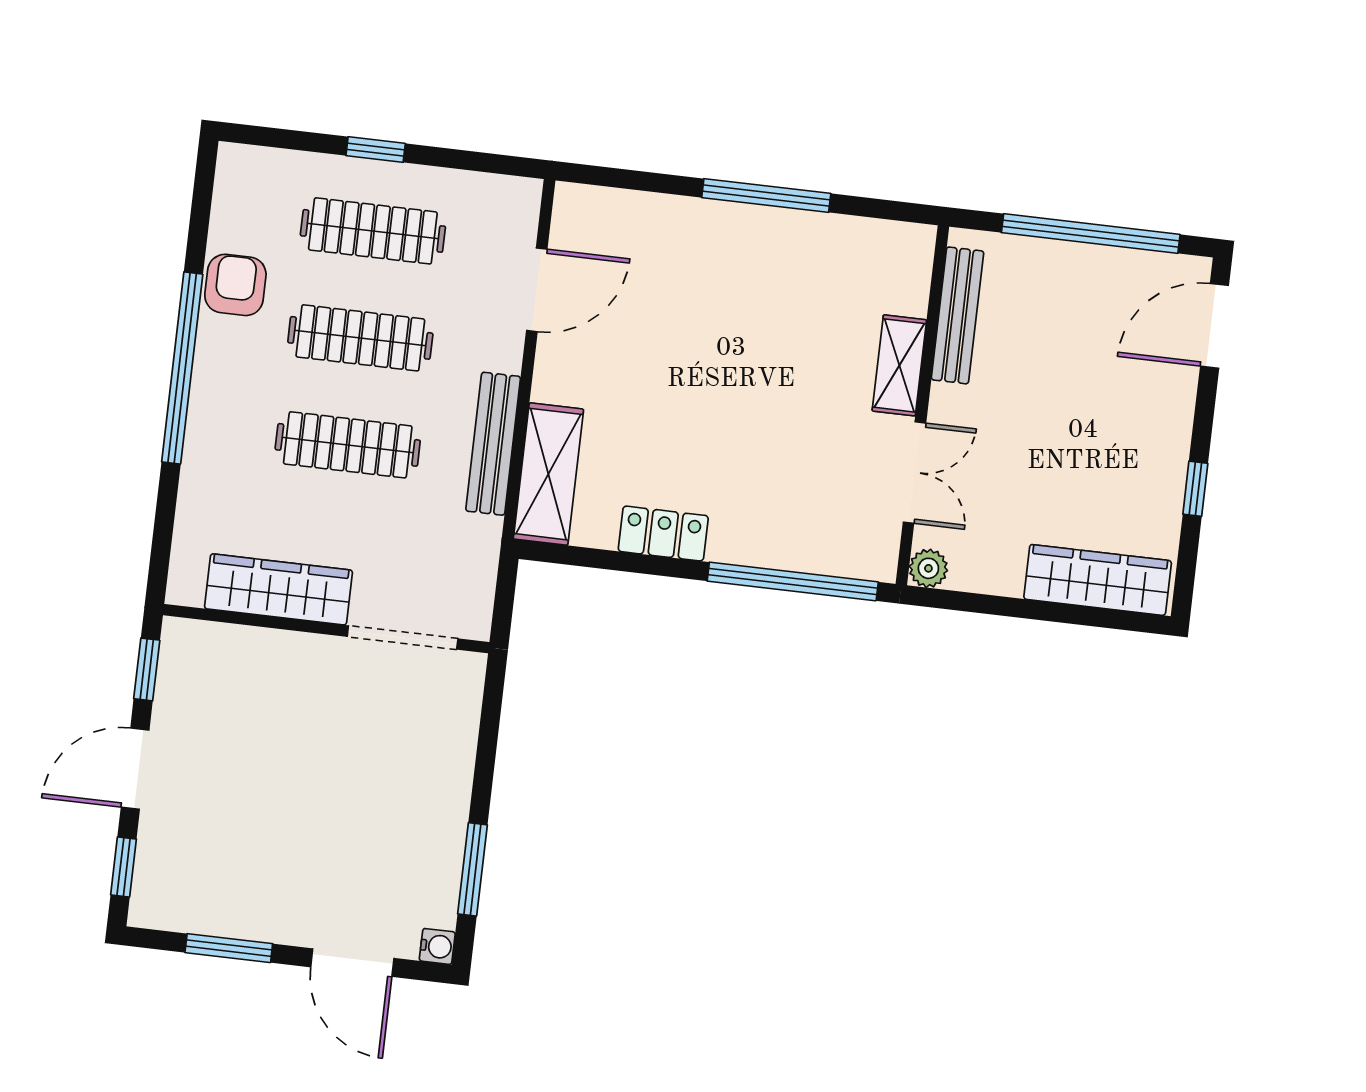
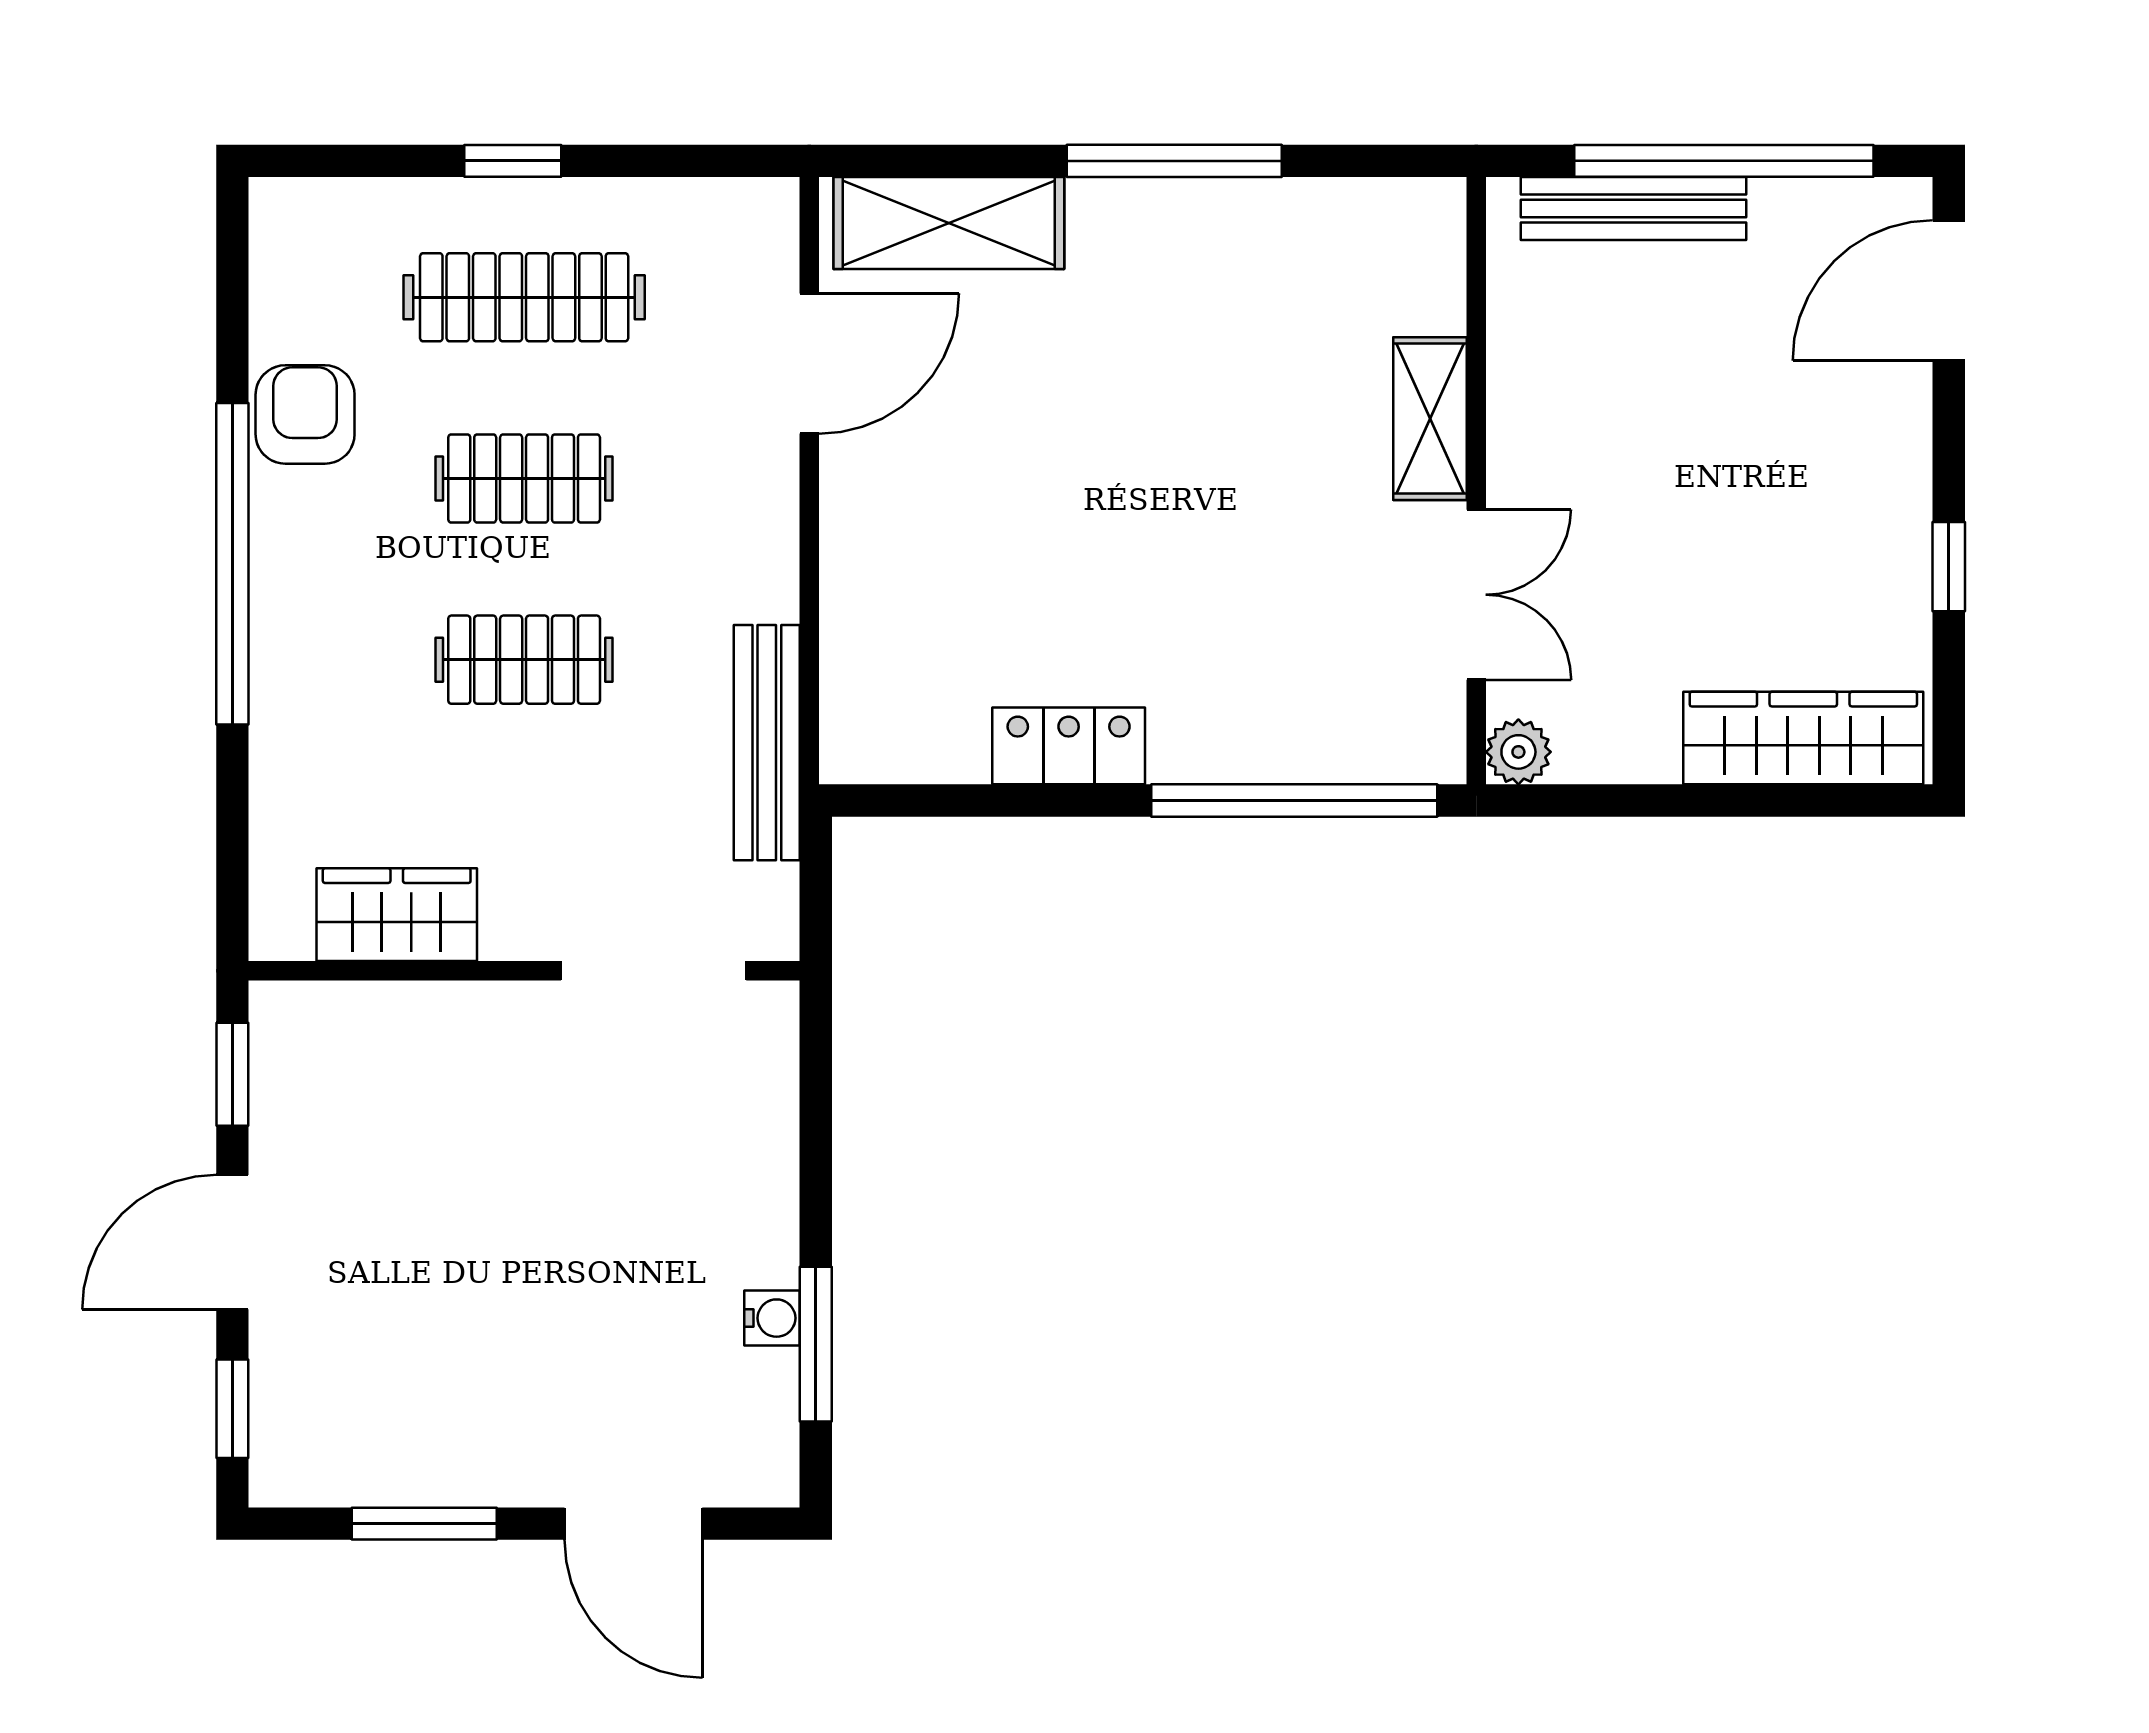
bench: (958, 315) -> (1633, 208), moved, turned 90
clothes rail: (360, 338) -> (524, 478), width x0.73
bench: (493, 444) -> (767, 743), moved
clothes rail: (348, 445) -> (524, 660), width x0.73
shelving: (548, 474) -> (949, 223), moved, turned 90
wardrobe: (278, 589) -> (397, 915), width x0.67
water cooler: (437, 946) -> (772, 1318), moved

